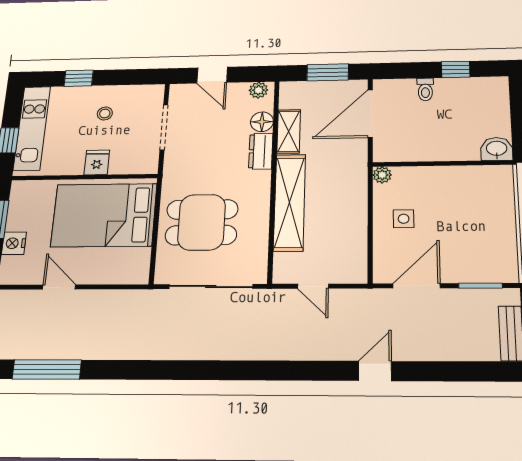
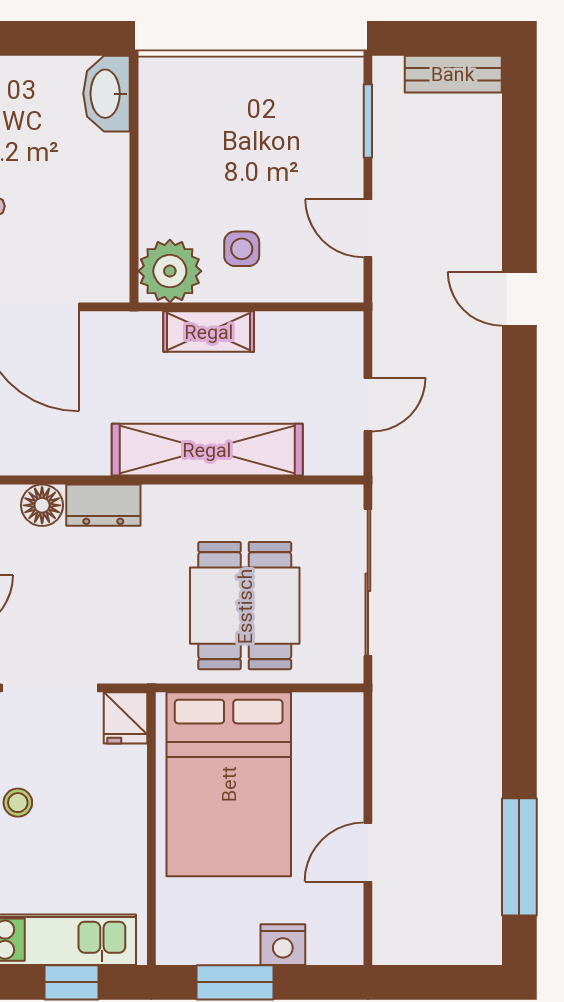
shelving: (289, 131) -> (209, 332), moved
washbasin: (497, 149) -> (107, 94), width x1.38
fridge: (97, 162) -> (125, 718), moved, turned -90
plant: (382, 175) -> (170, 271), width x1.88, depth x1.88
door: (417, 286) -> (368, 228), width x0.73

